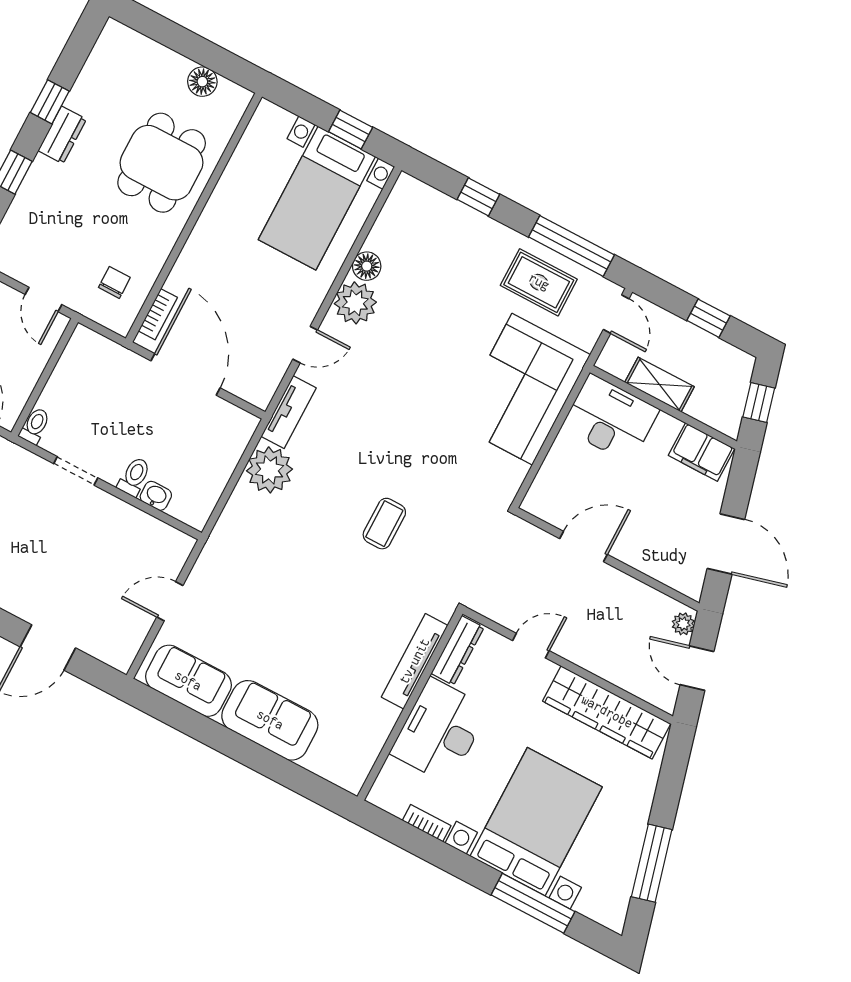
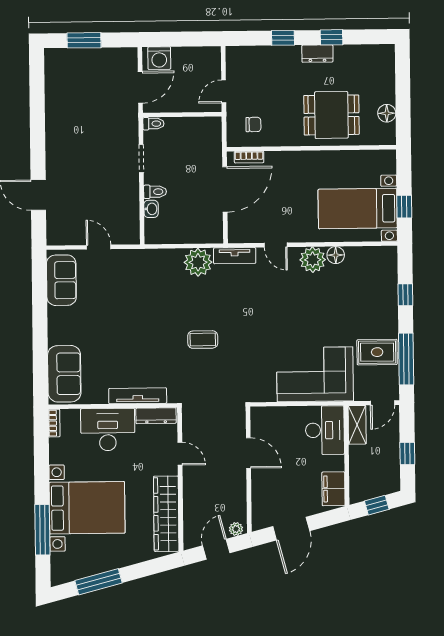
rug: (539, 282) -> (377, 352), turned 90
shelving: (660, 385) -> (357, 425), moved
sofa: (270, 720) -> (64, 374), moved
bookcase: (427, 823) -> (54, 423), moved

